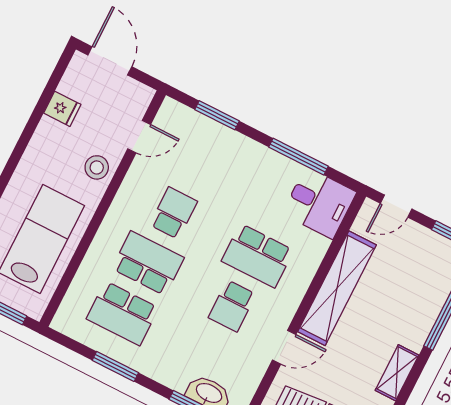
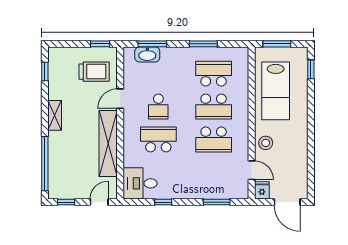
fridge: (62, 109) -> (262, 190), moved, turned 90
door: (139, 137) -> (252, 170), swing flipped
window: (298, 157) -> (163, 202), width x0.46
school desk: (173, 213) -> (214, 139), width x1.85
school desk: (232, 306) -> (158, 107), turned 180

